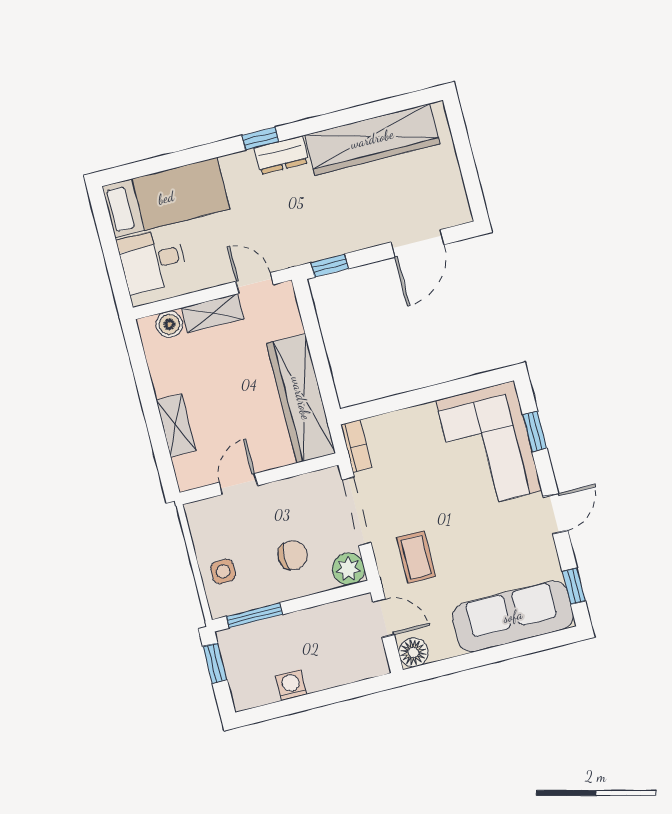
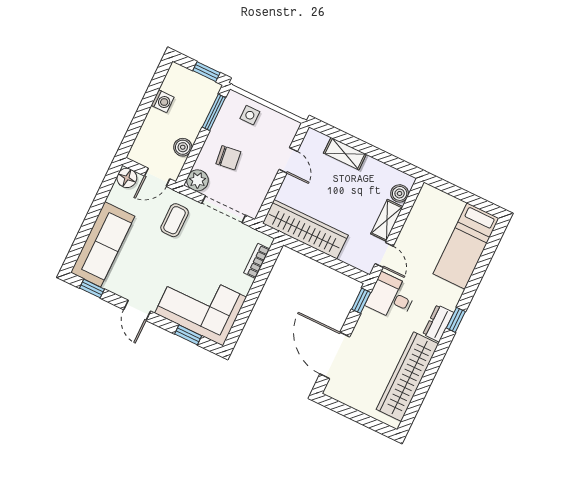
door: (418, 243) -> (335, 355), width x1.36
desk: (152, 260) -> (391, 297), moved, turned -90
door: (255, 283) -> (384, 255), hinge flipped
bookcase: (356, 446) -> (257, 261), moved, turned 90
chair: (293, 555) -> (228, 158), turned -97
coffee table: (416, 557) -> (175, 220), turned 90
boiler: (324, 618) -> (183, 147), added

